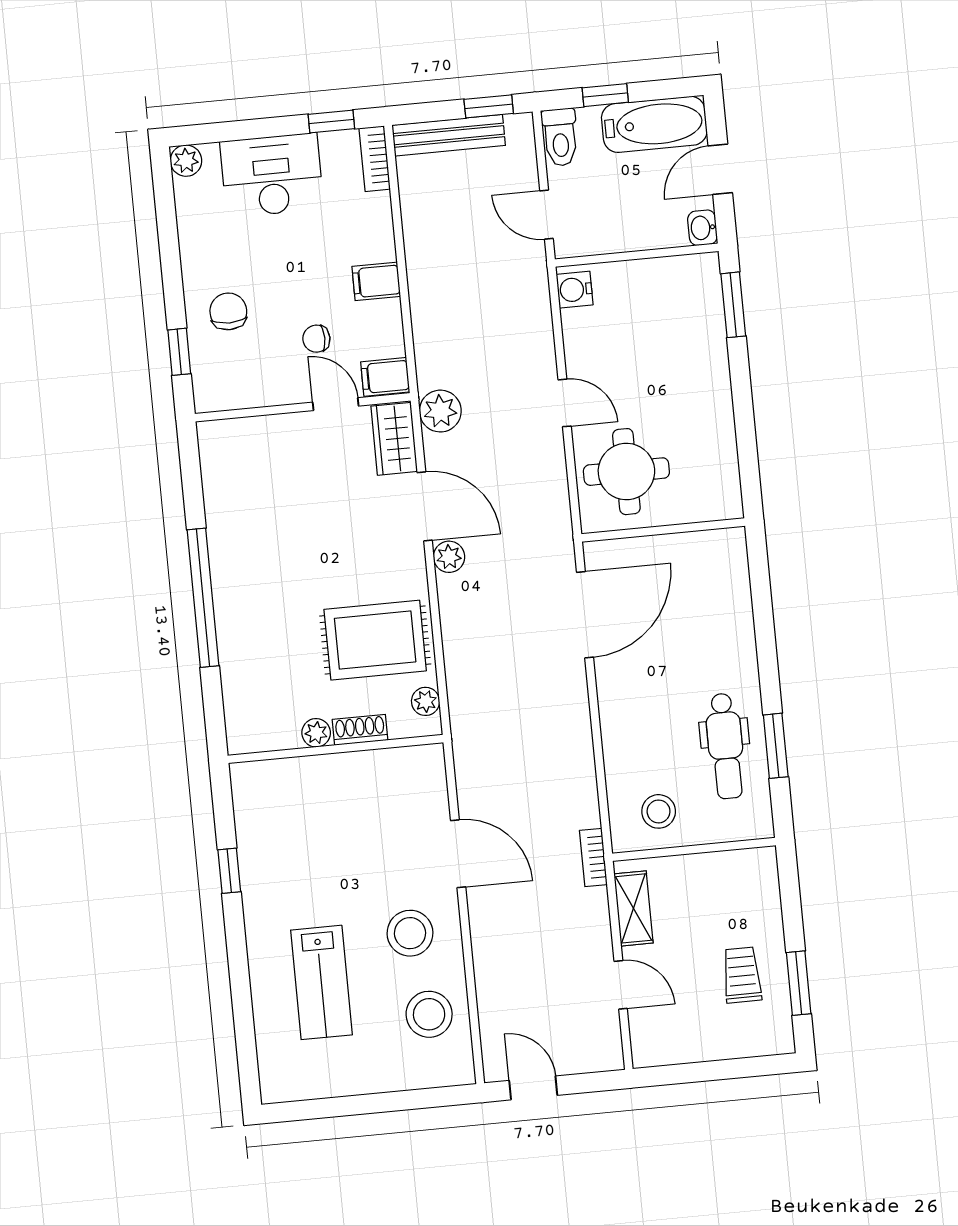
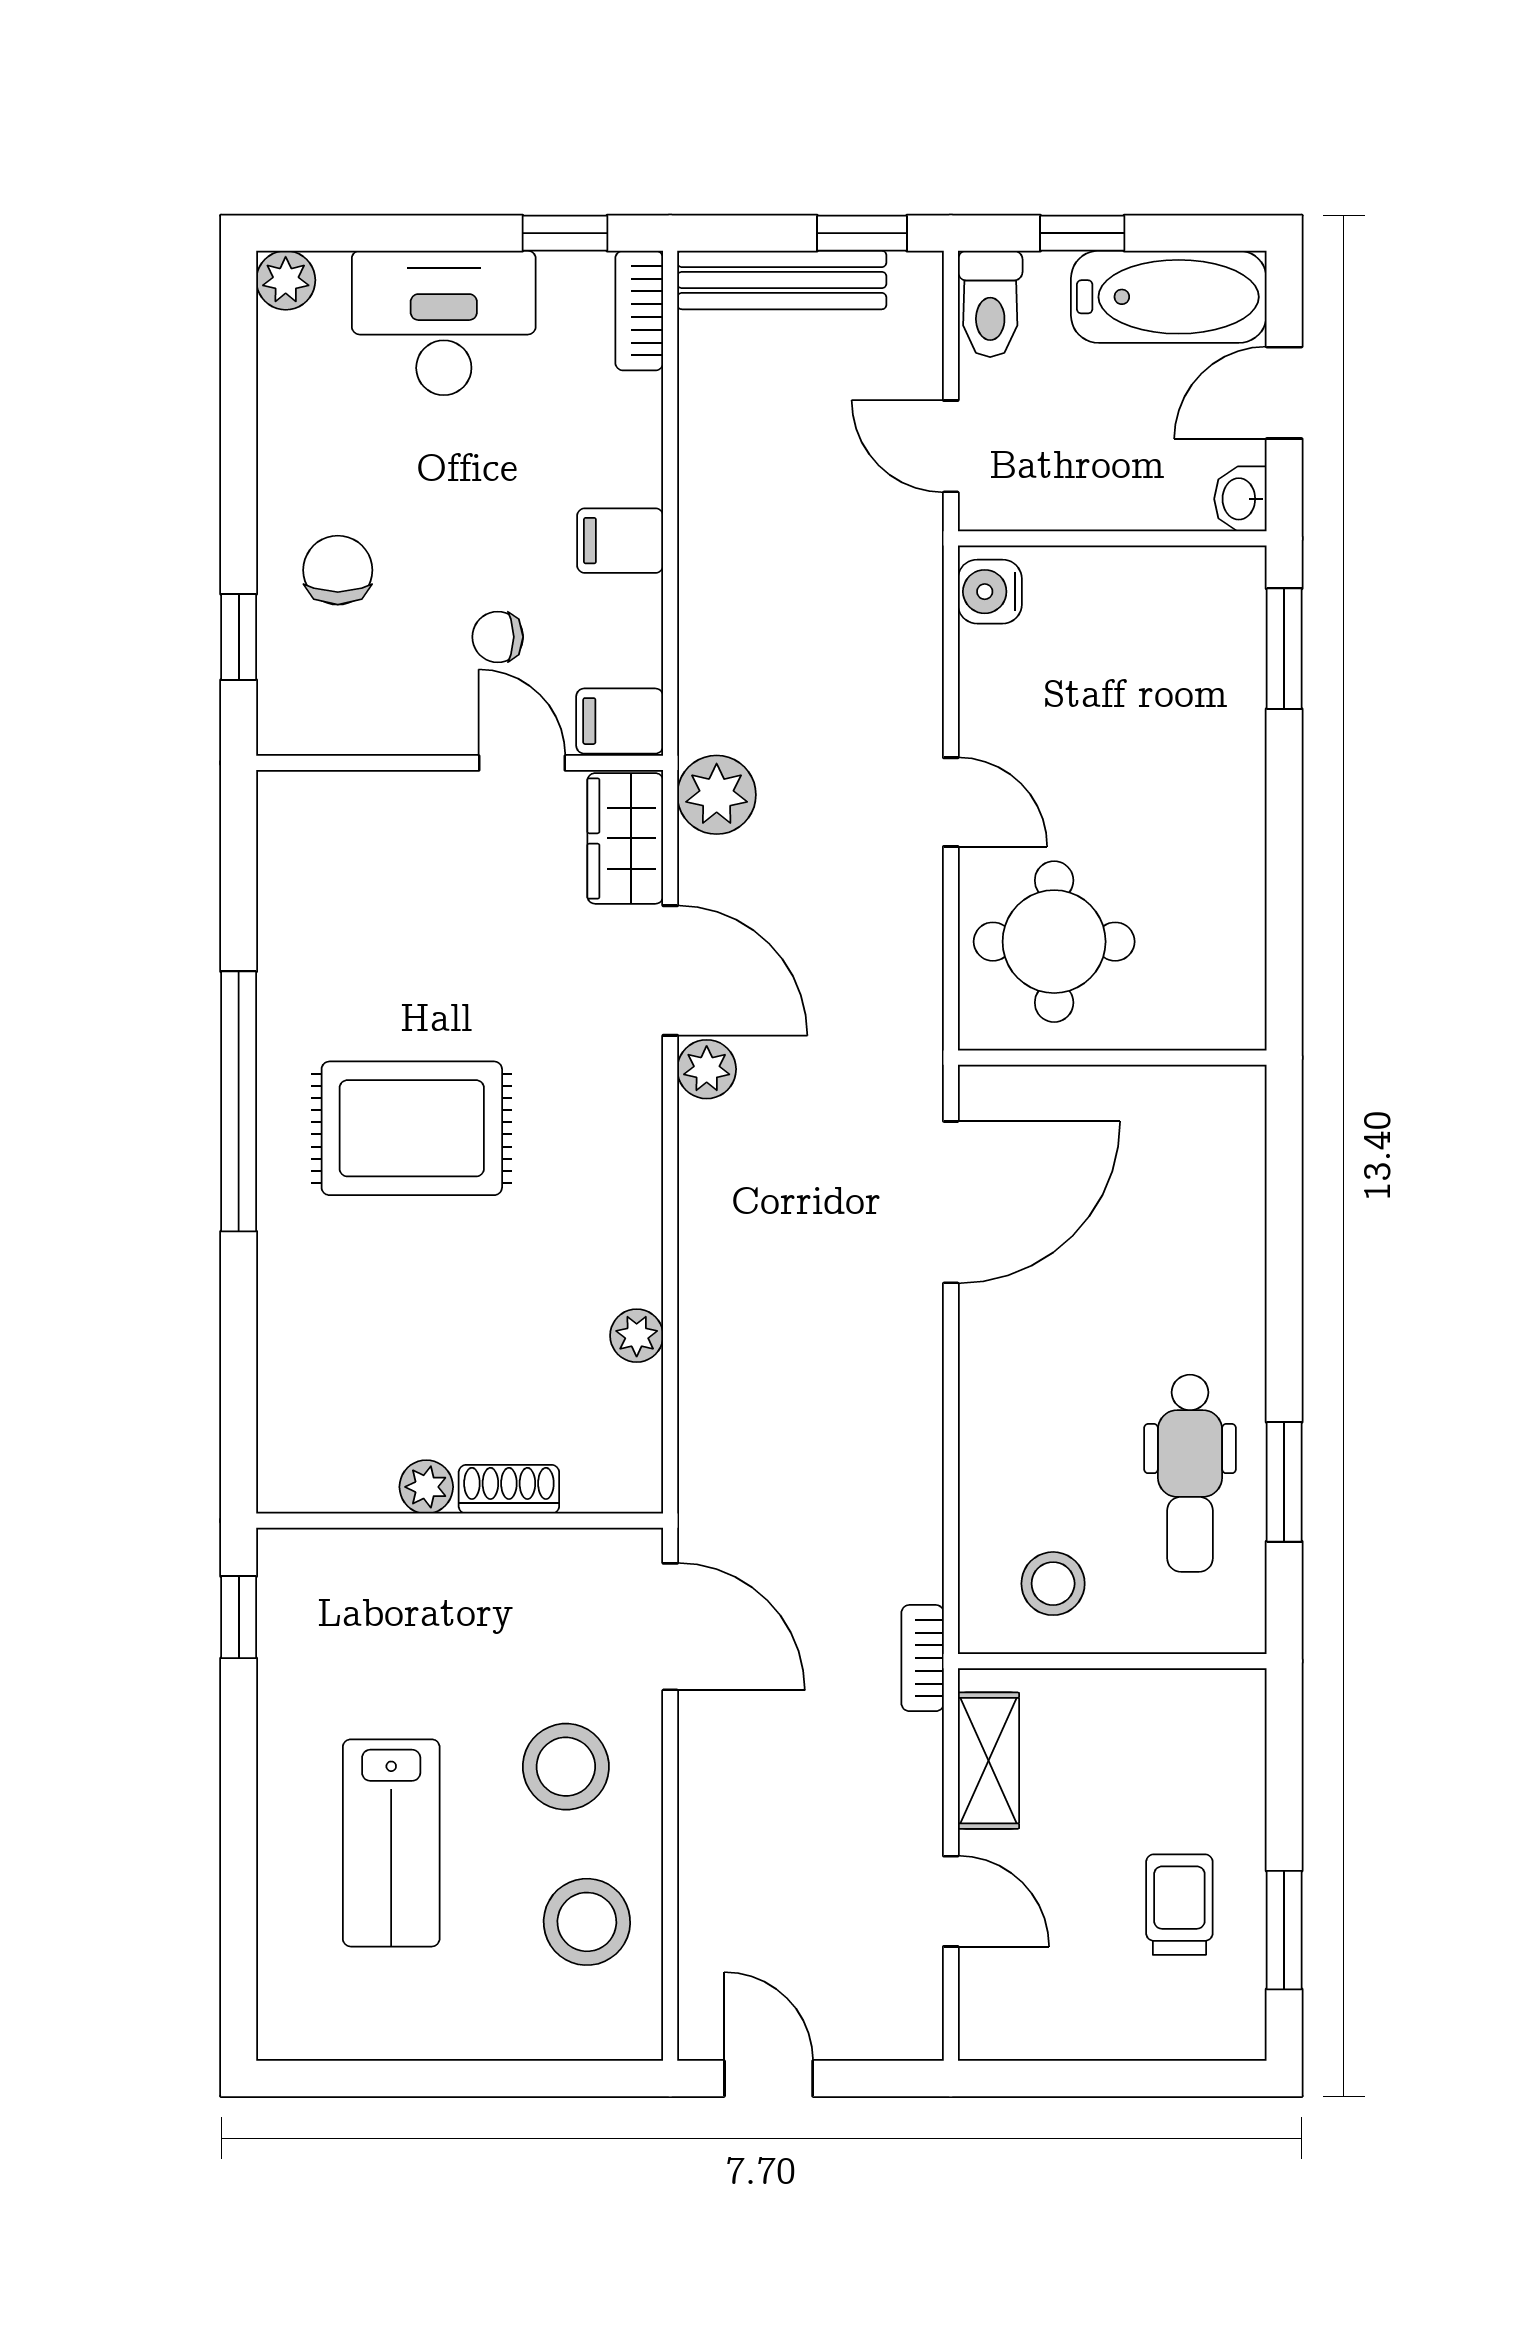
rug: (375, 640) -> (412, 1128), moved
shoe rack: (360, 730) -> (509, 1489), moved
plant: (316, 733) -> (426, 1487), moved
wall: (336, 749) -> (460, 1521), moved

